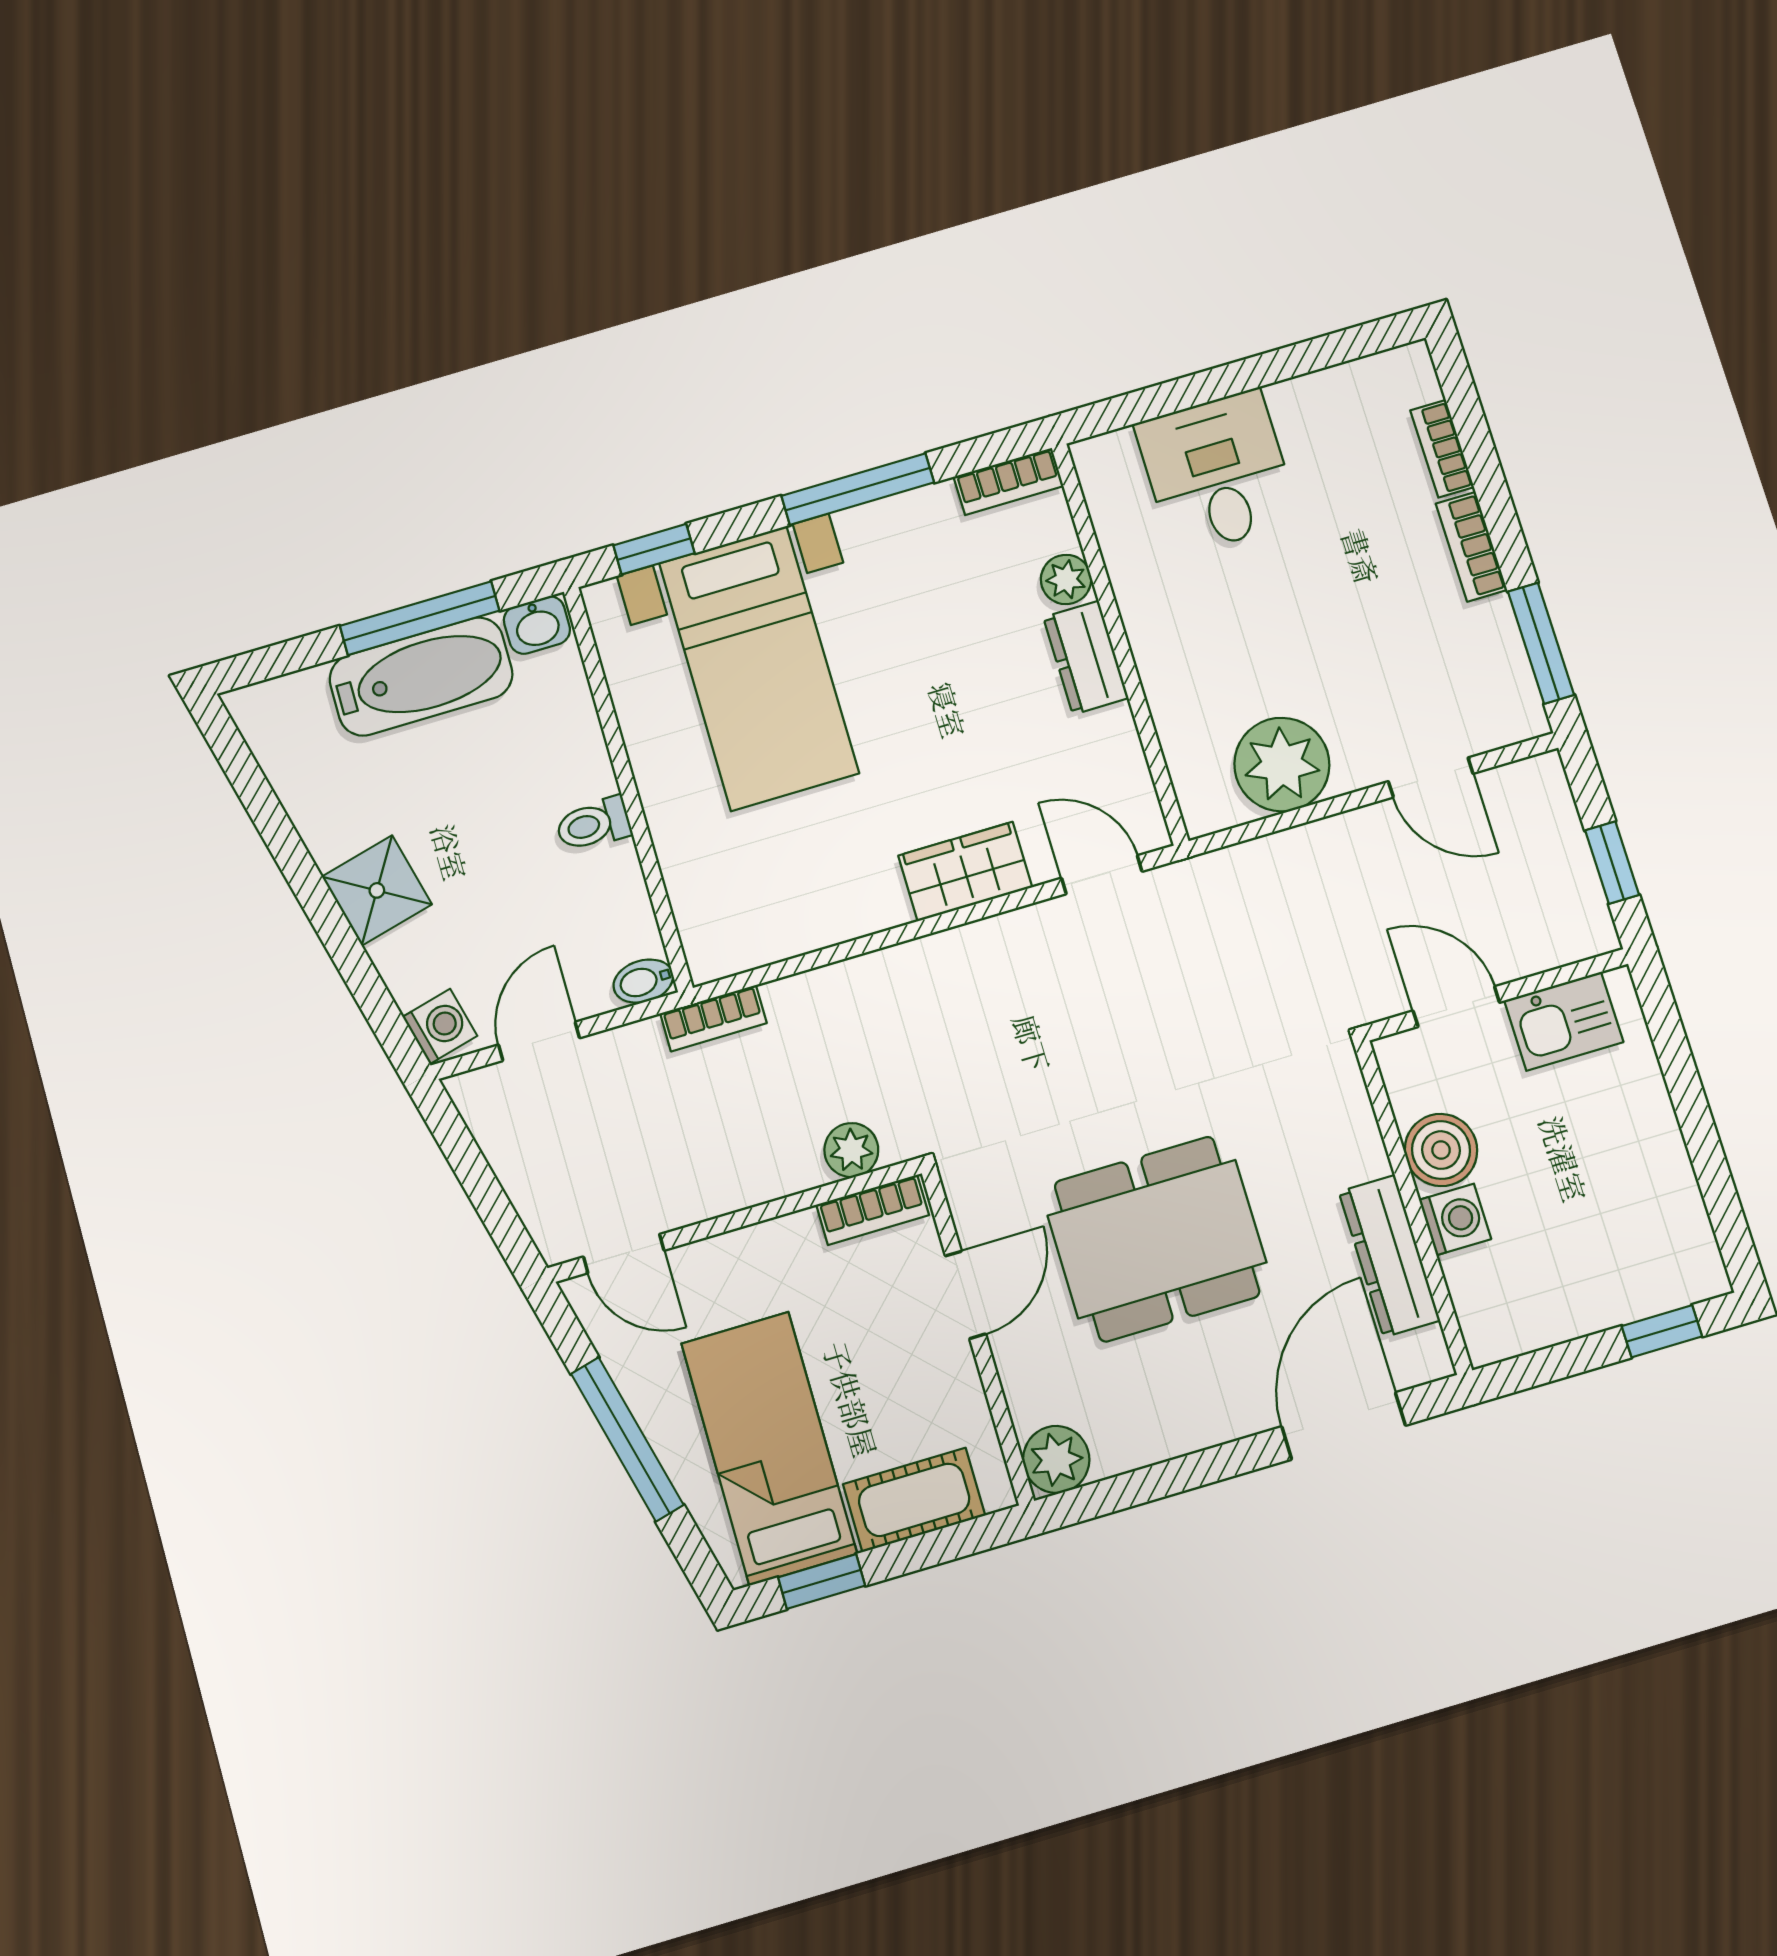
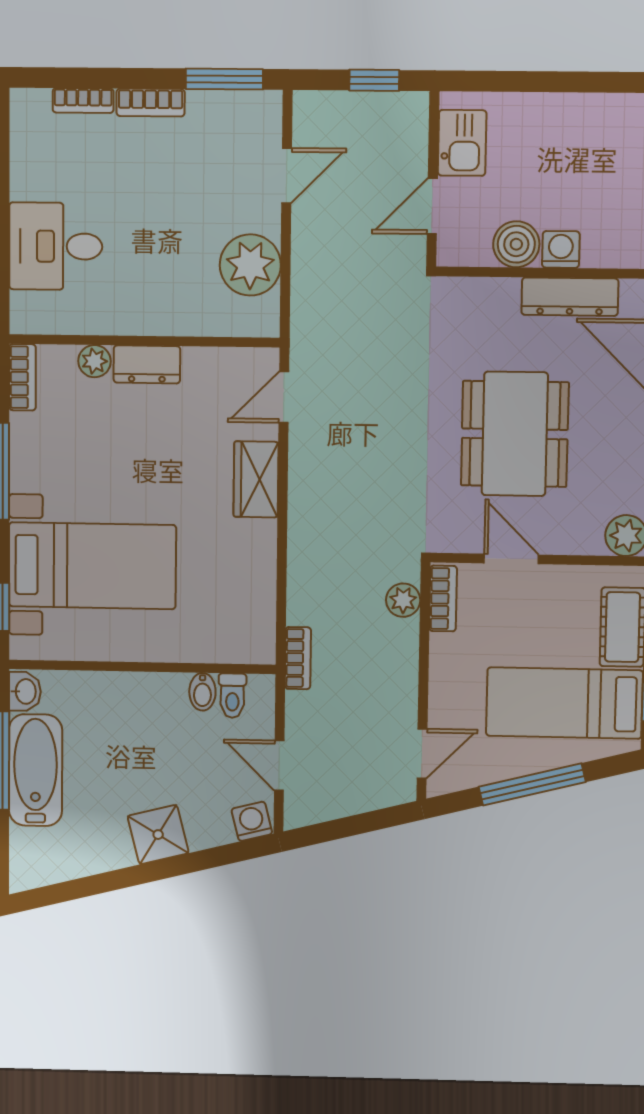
toilet: (593, 824) -> (232, 696), moved
bidet: (643, 981) -> (202, 692), moved

